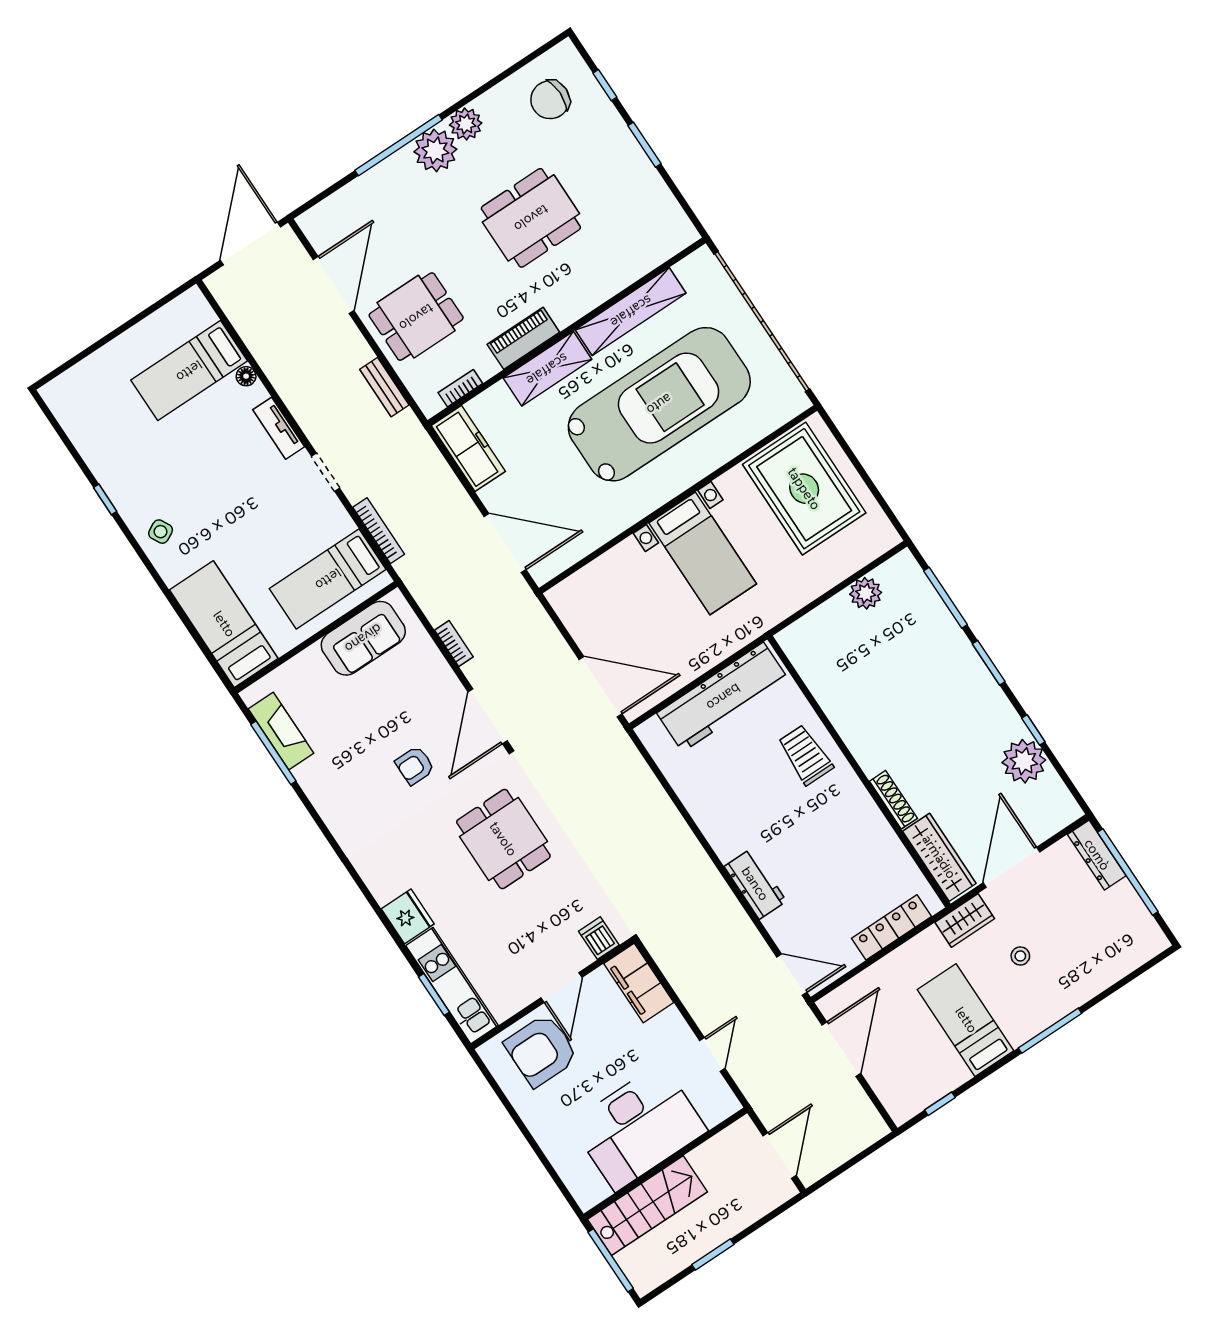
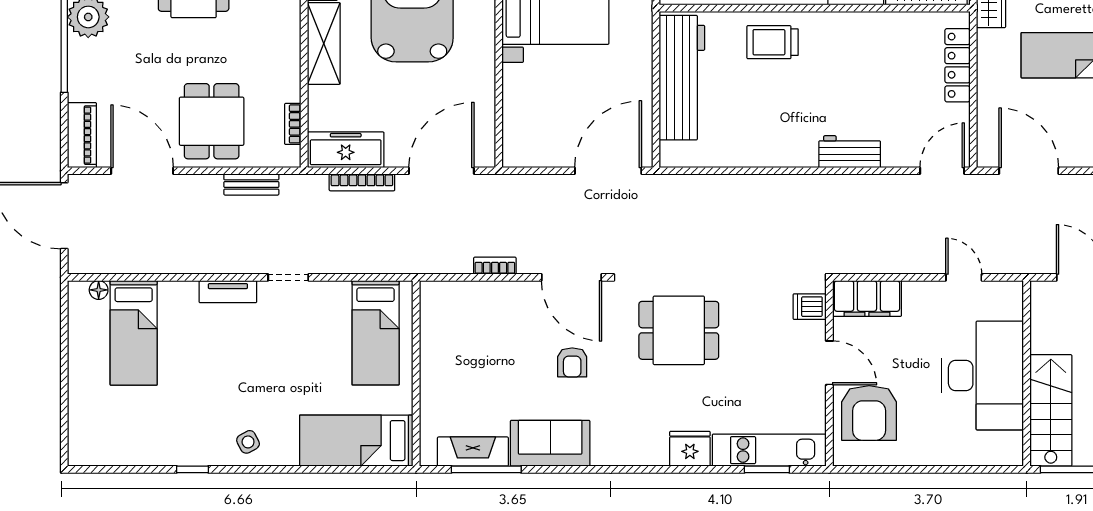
piano: (523, 338) -> (82, 135), moved, turned 180
floor lamp: (246, 376) -> (99, 290), moved
bookcase: (379, 531) -> (362, 182), moved, turned 180
sofa: (363, 638) -> (550, 443), moved, turned -90

